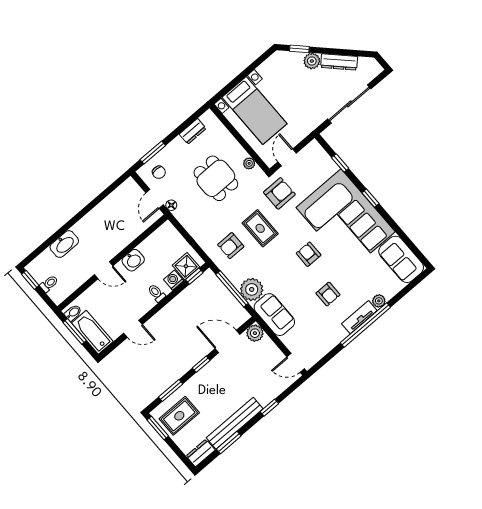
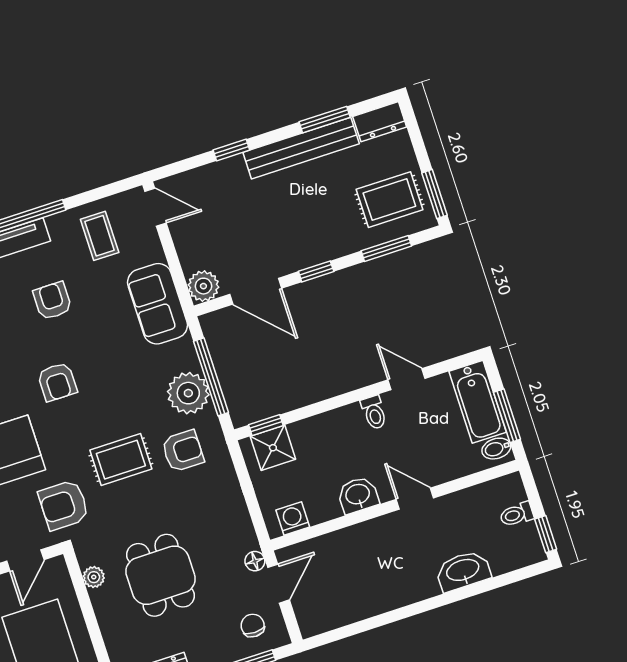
rug: (260, 228) -> (121, 460), turned 90
washing machine: (174, 280) -> (293, 518), moved, turned 180
plant: (252, 289) -> (188, 393), moved
toilet: (156, 293) -> (374, 412), moved
coffee table: (318, 337) -> (100, 236), added

